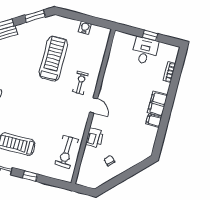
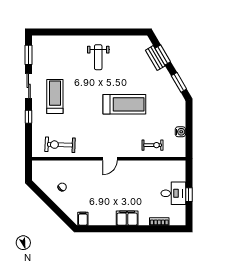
treadmill: (53, 59) -> (124, 104), moved
exercise bike: (80, 83) -> (153, 145), moved
filing cabinet: (154, 121) -> (83, 219), moved
printer: (94, 138) -> (80, 168), removed

